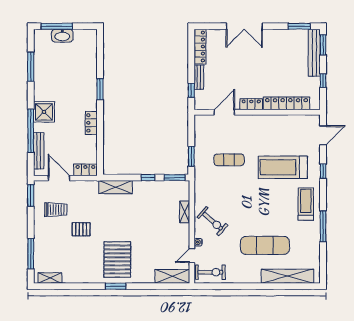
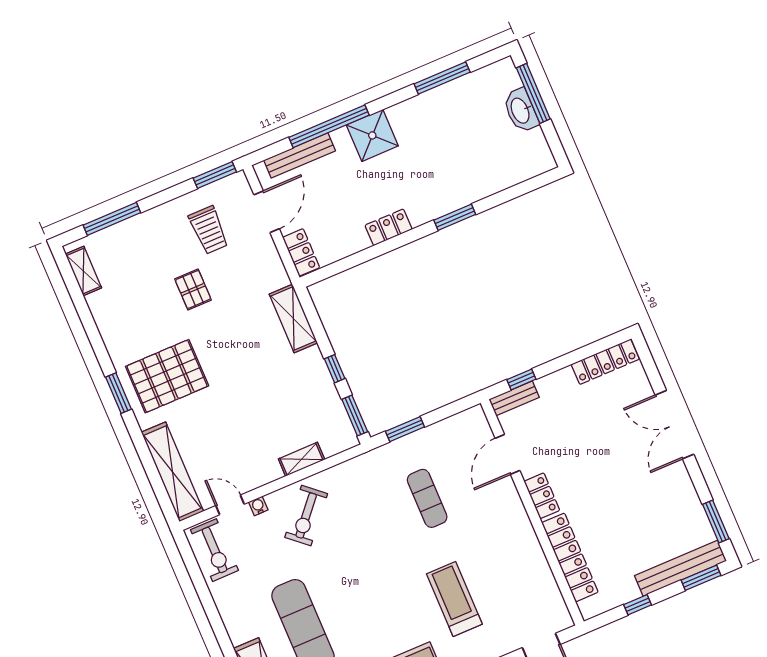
bench: (199, 77) -> (514, 398), moved
door: (224, 112) -> (508, 454), swing flipped
treadmill: (283, 167) -> (454, 599), width x0.73, depth x0.73
shelving: (172, 276) -> (172, 472), width x1.47

